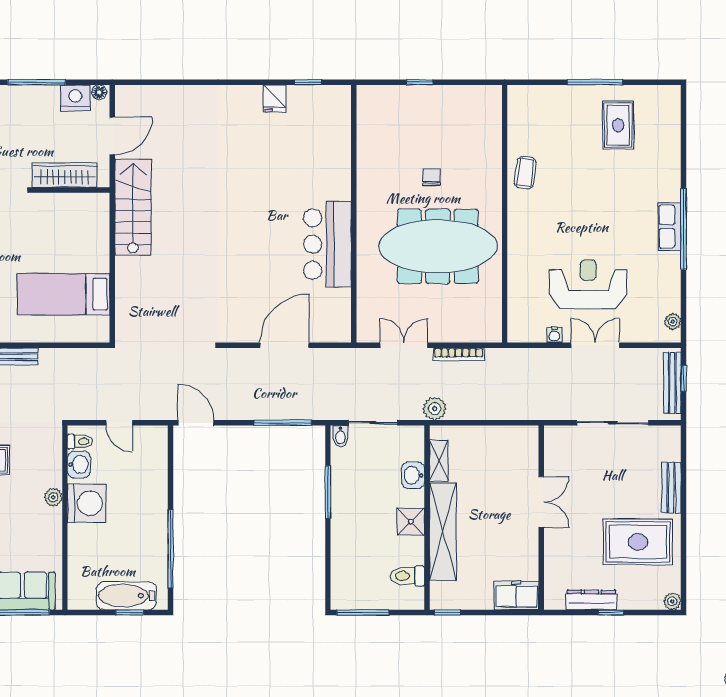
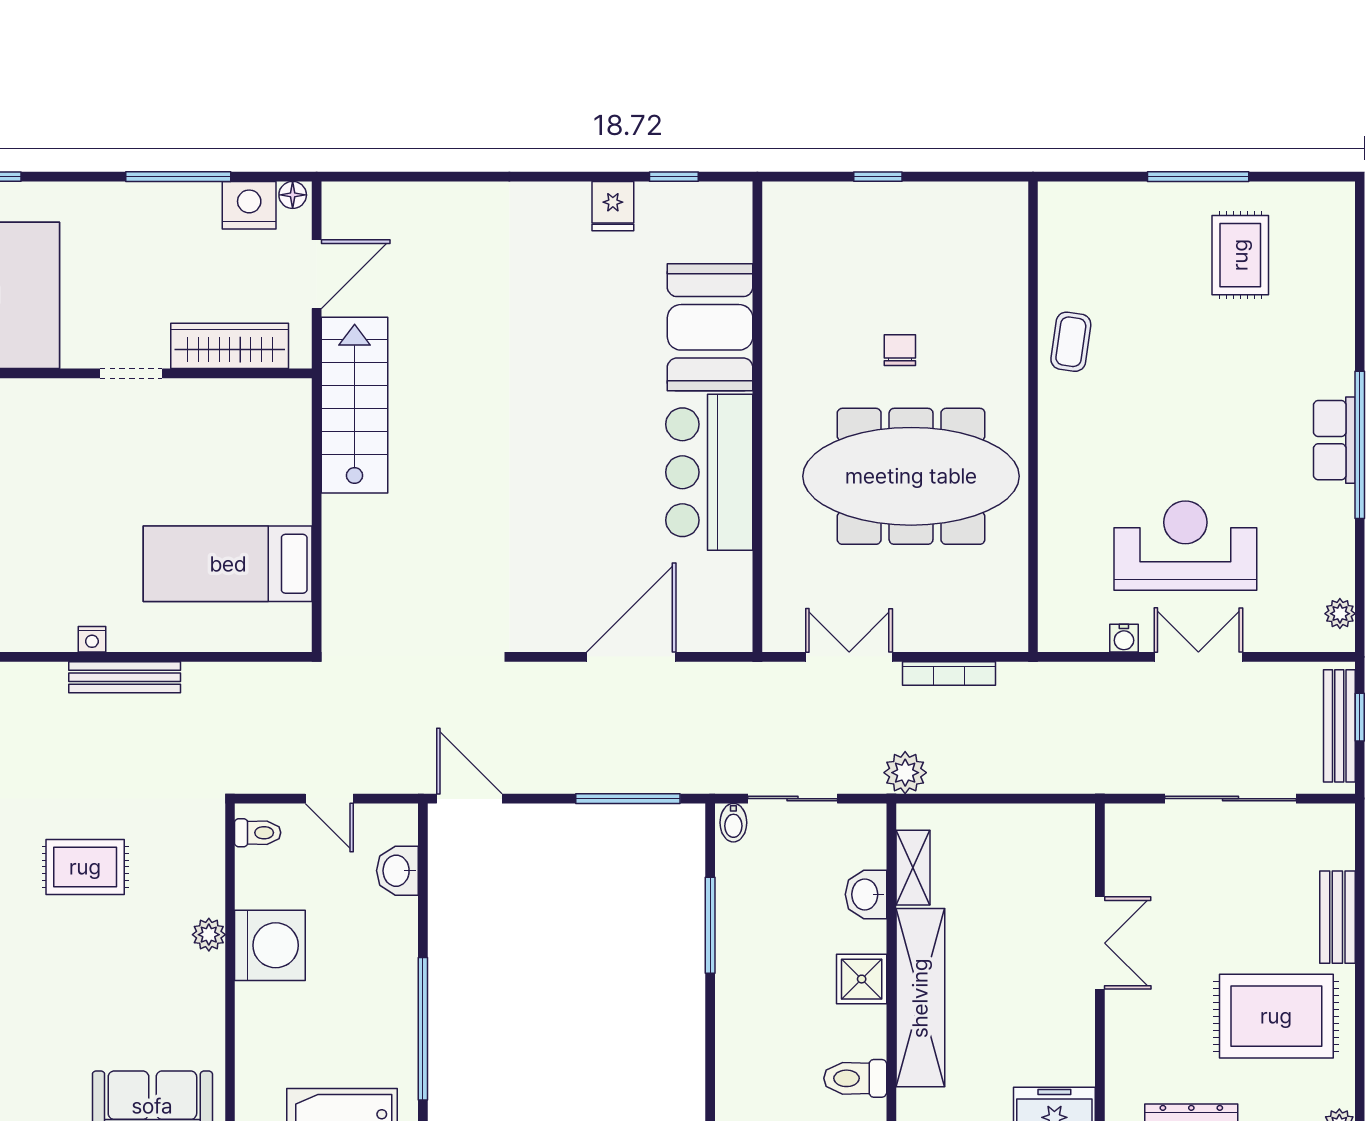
booth: (328, 165) -> (710, 327), added
washbasin: (79, 464) -> (397, 871), moved, turned 180

